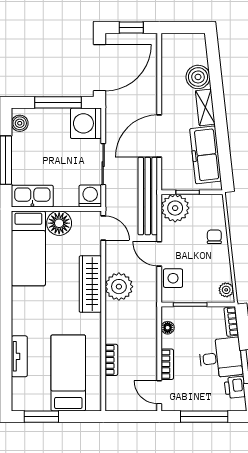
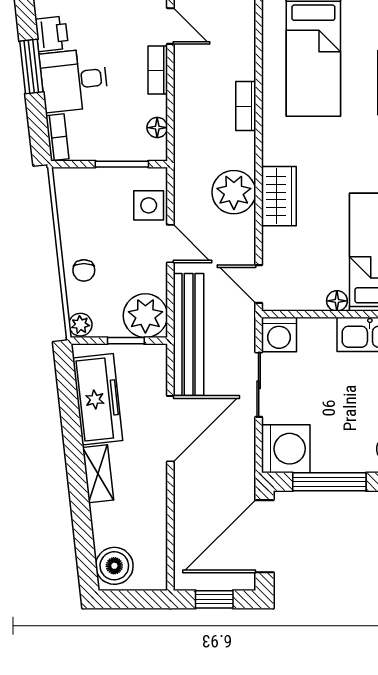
boiler: (198, 77) -> (114, 566), moved
floor lamp: (59, 223) -> (337, 301), width x0.53, depth x0.53
wardrobe: (90, 284) -> (279, 196), width x0.67
plant: (226, 290) -> (80, 325), moved
bookcase: (111, 360) -> (246, 106), moved

